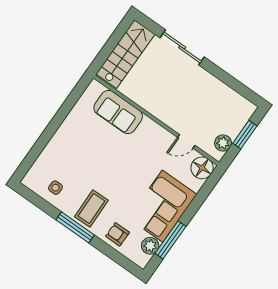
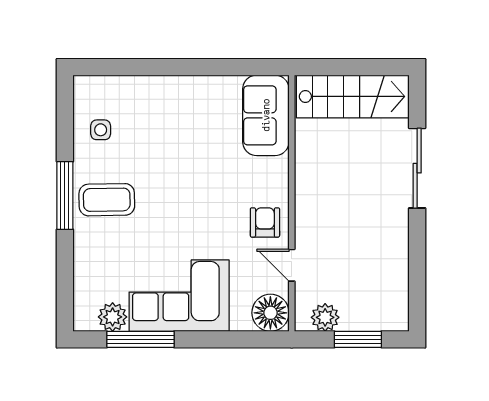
sofa: (118, 112) -> (266, 115), moved
armchair: (118, 234) -> (265, 222), moved

